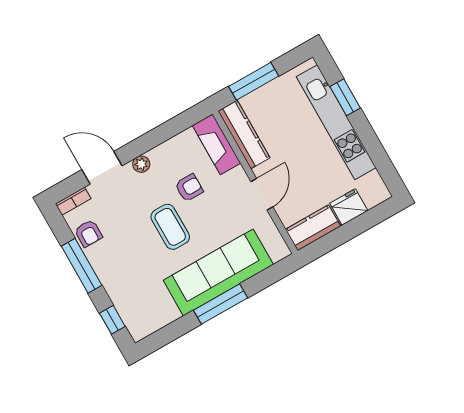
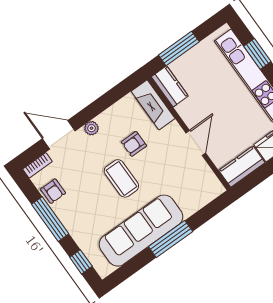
kitchen counter: (244, 134) -> (170, 86), width x0.67
armchair: (189, 188) -> (134, 144), turned 180
sofa: (218, 272) -> (141, 231), moved

